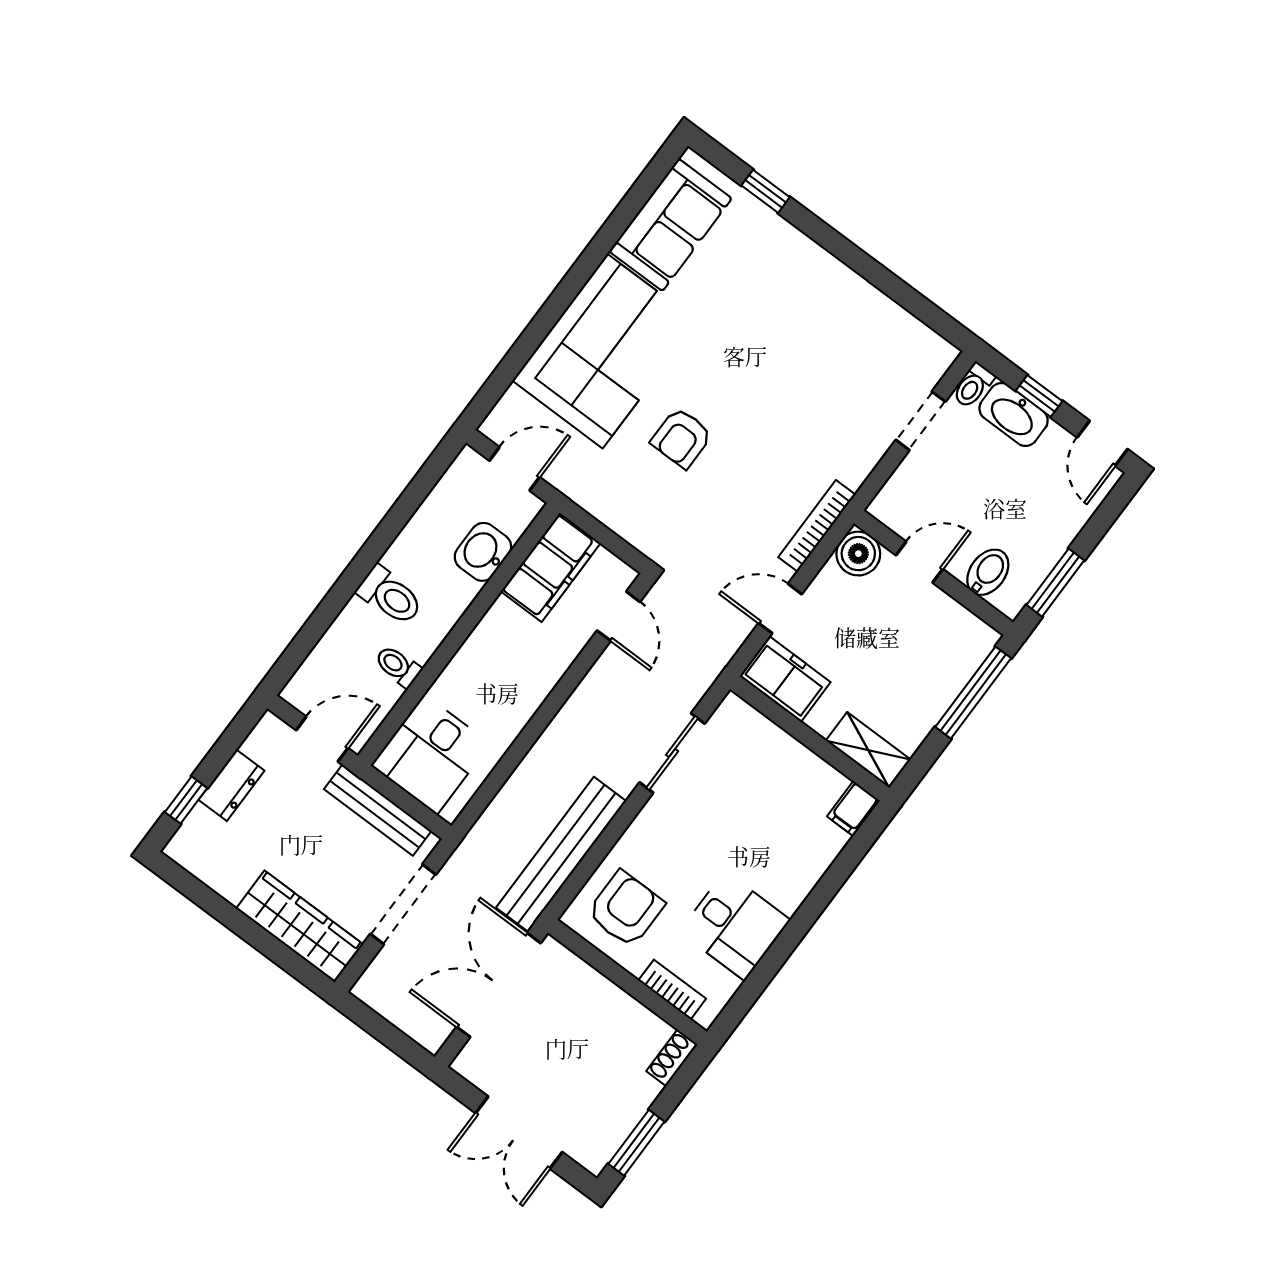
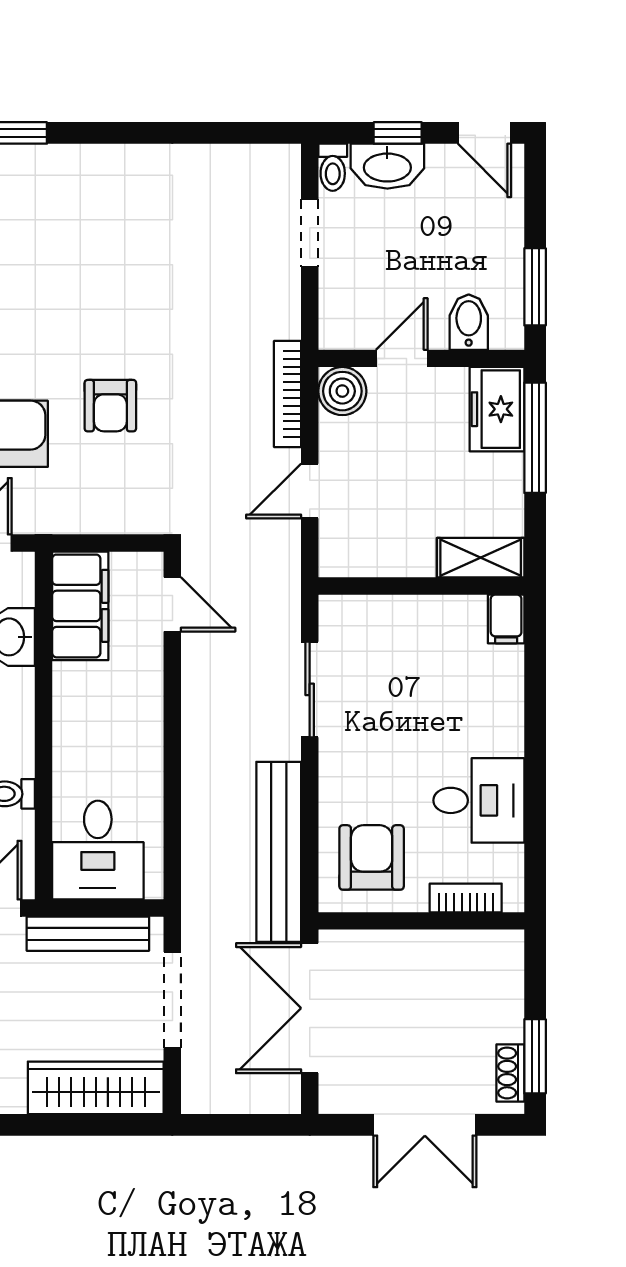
freezer: (785, 679) -> (497, 409), moved, turned -90
shoe rack: (672, 1058) -> (510, 1073), moved

